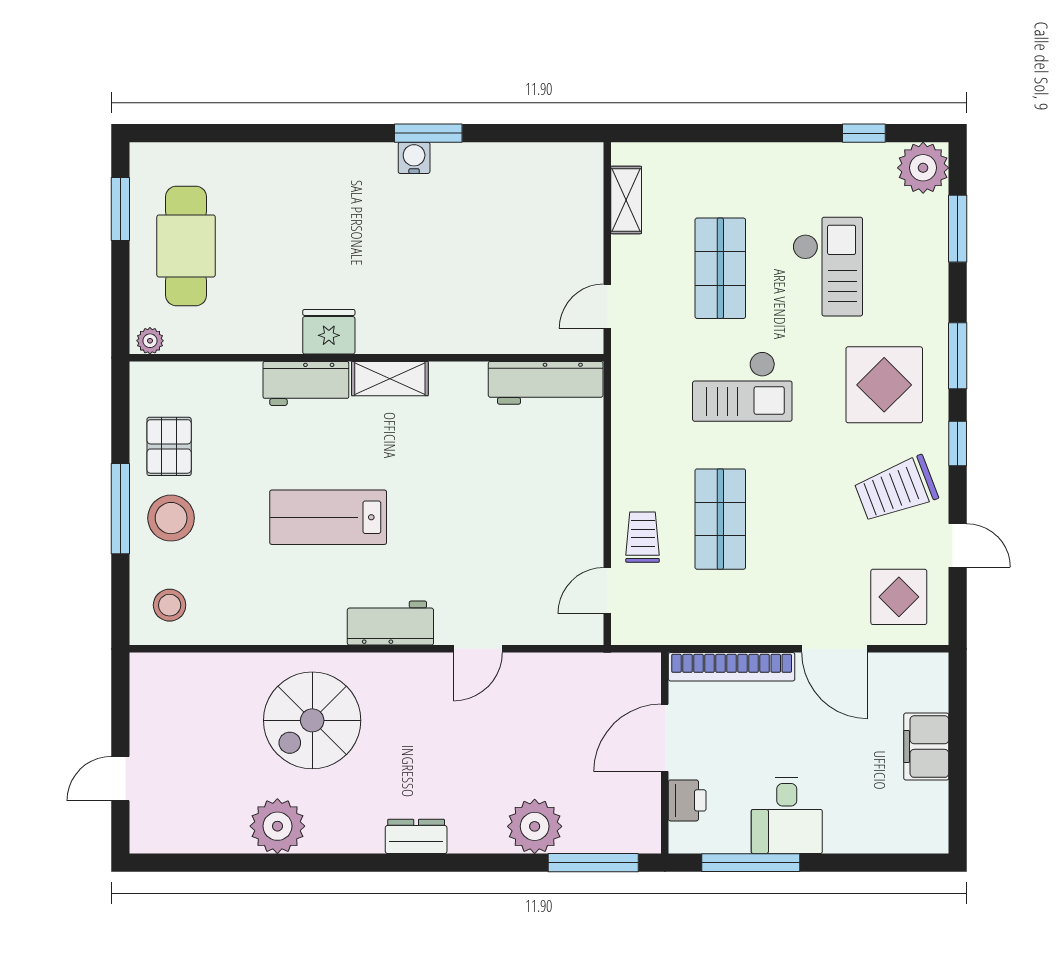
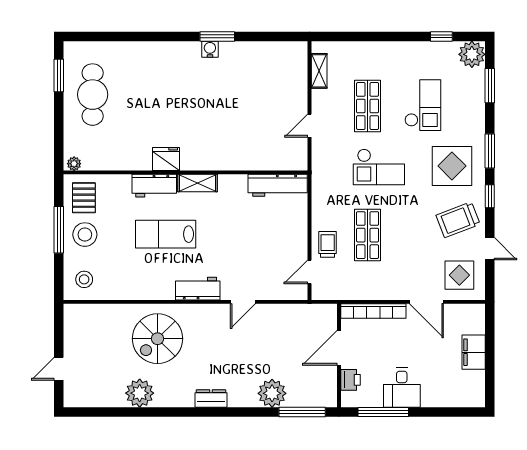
fridge: (329, 332) -> (166, 159), moved
plant: (150, 341) -> (74, 164), moved
wall: (367, 358) -> (185, 172), moved
shelving: (390, 379) -> (198, 183), moved
workbench: (306, 383) -> (154, 186), moved
workbench: (546, 383) -> (278, 185), moved

